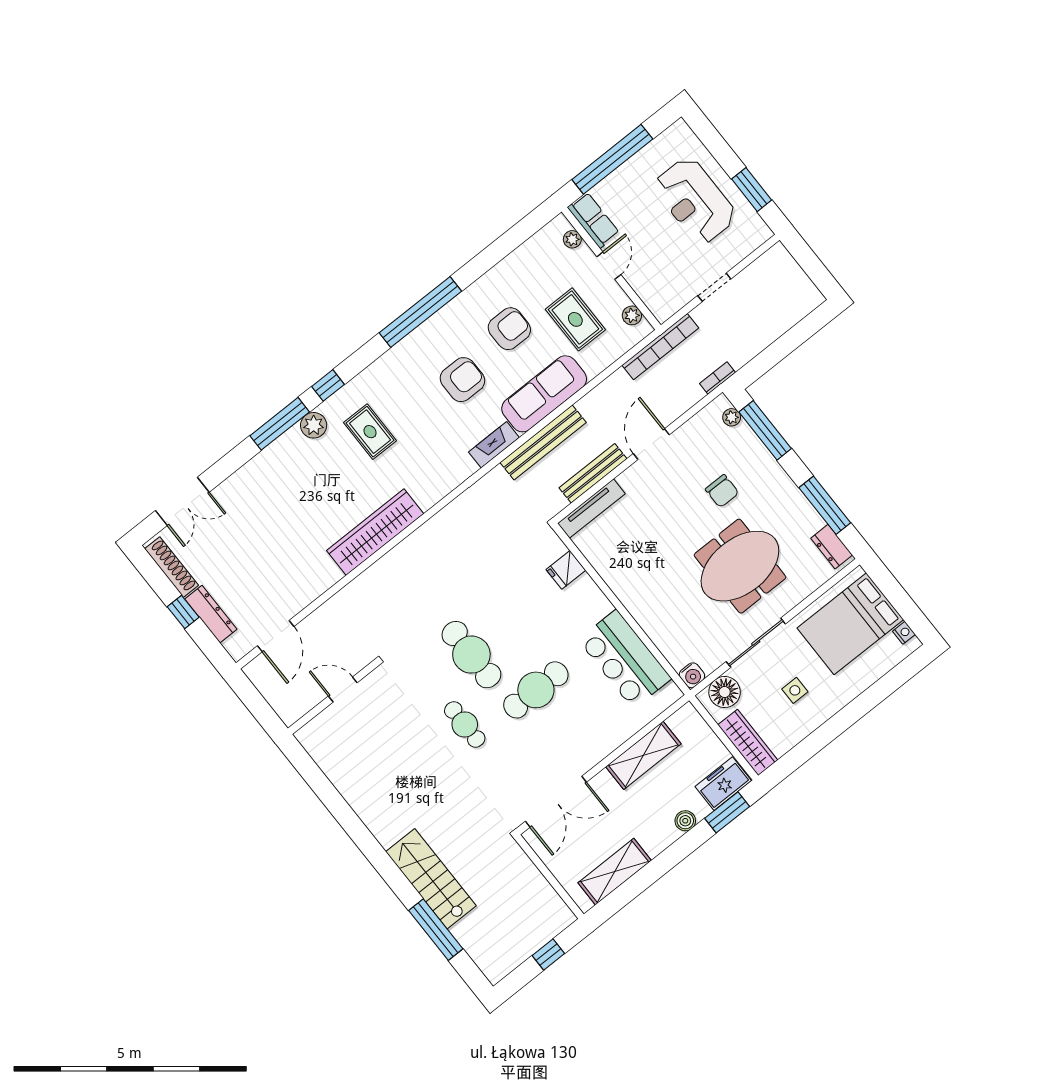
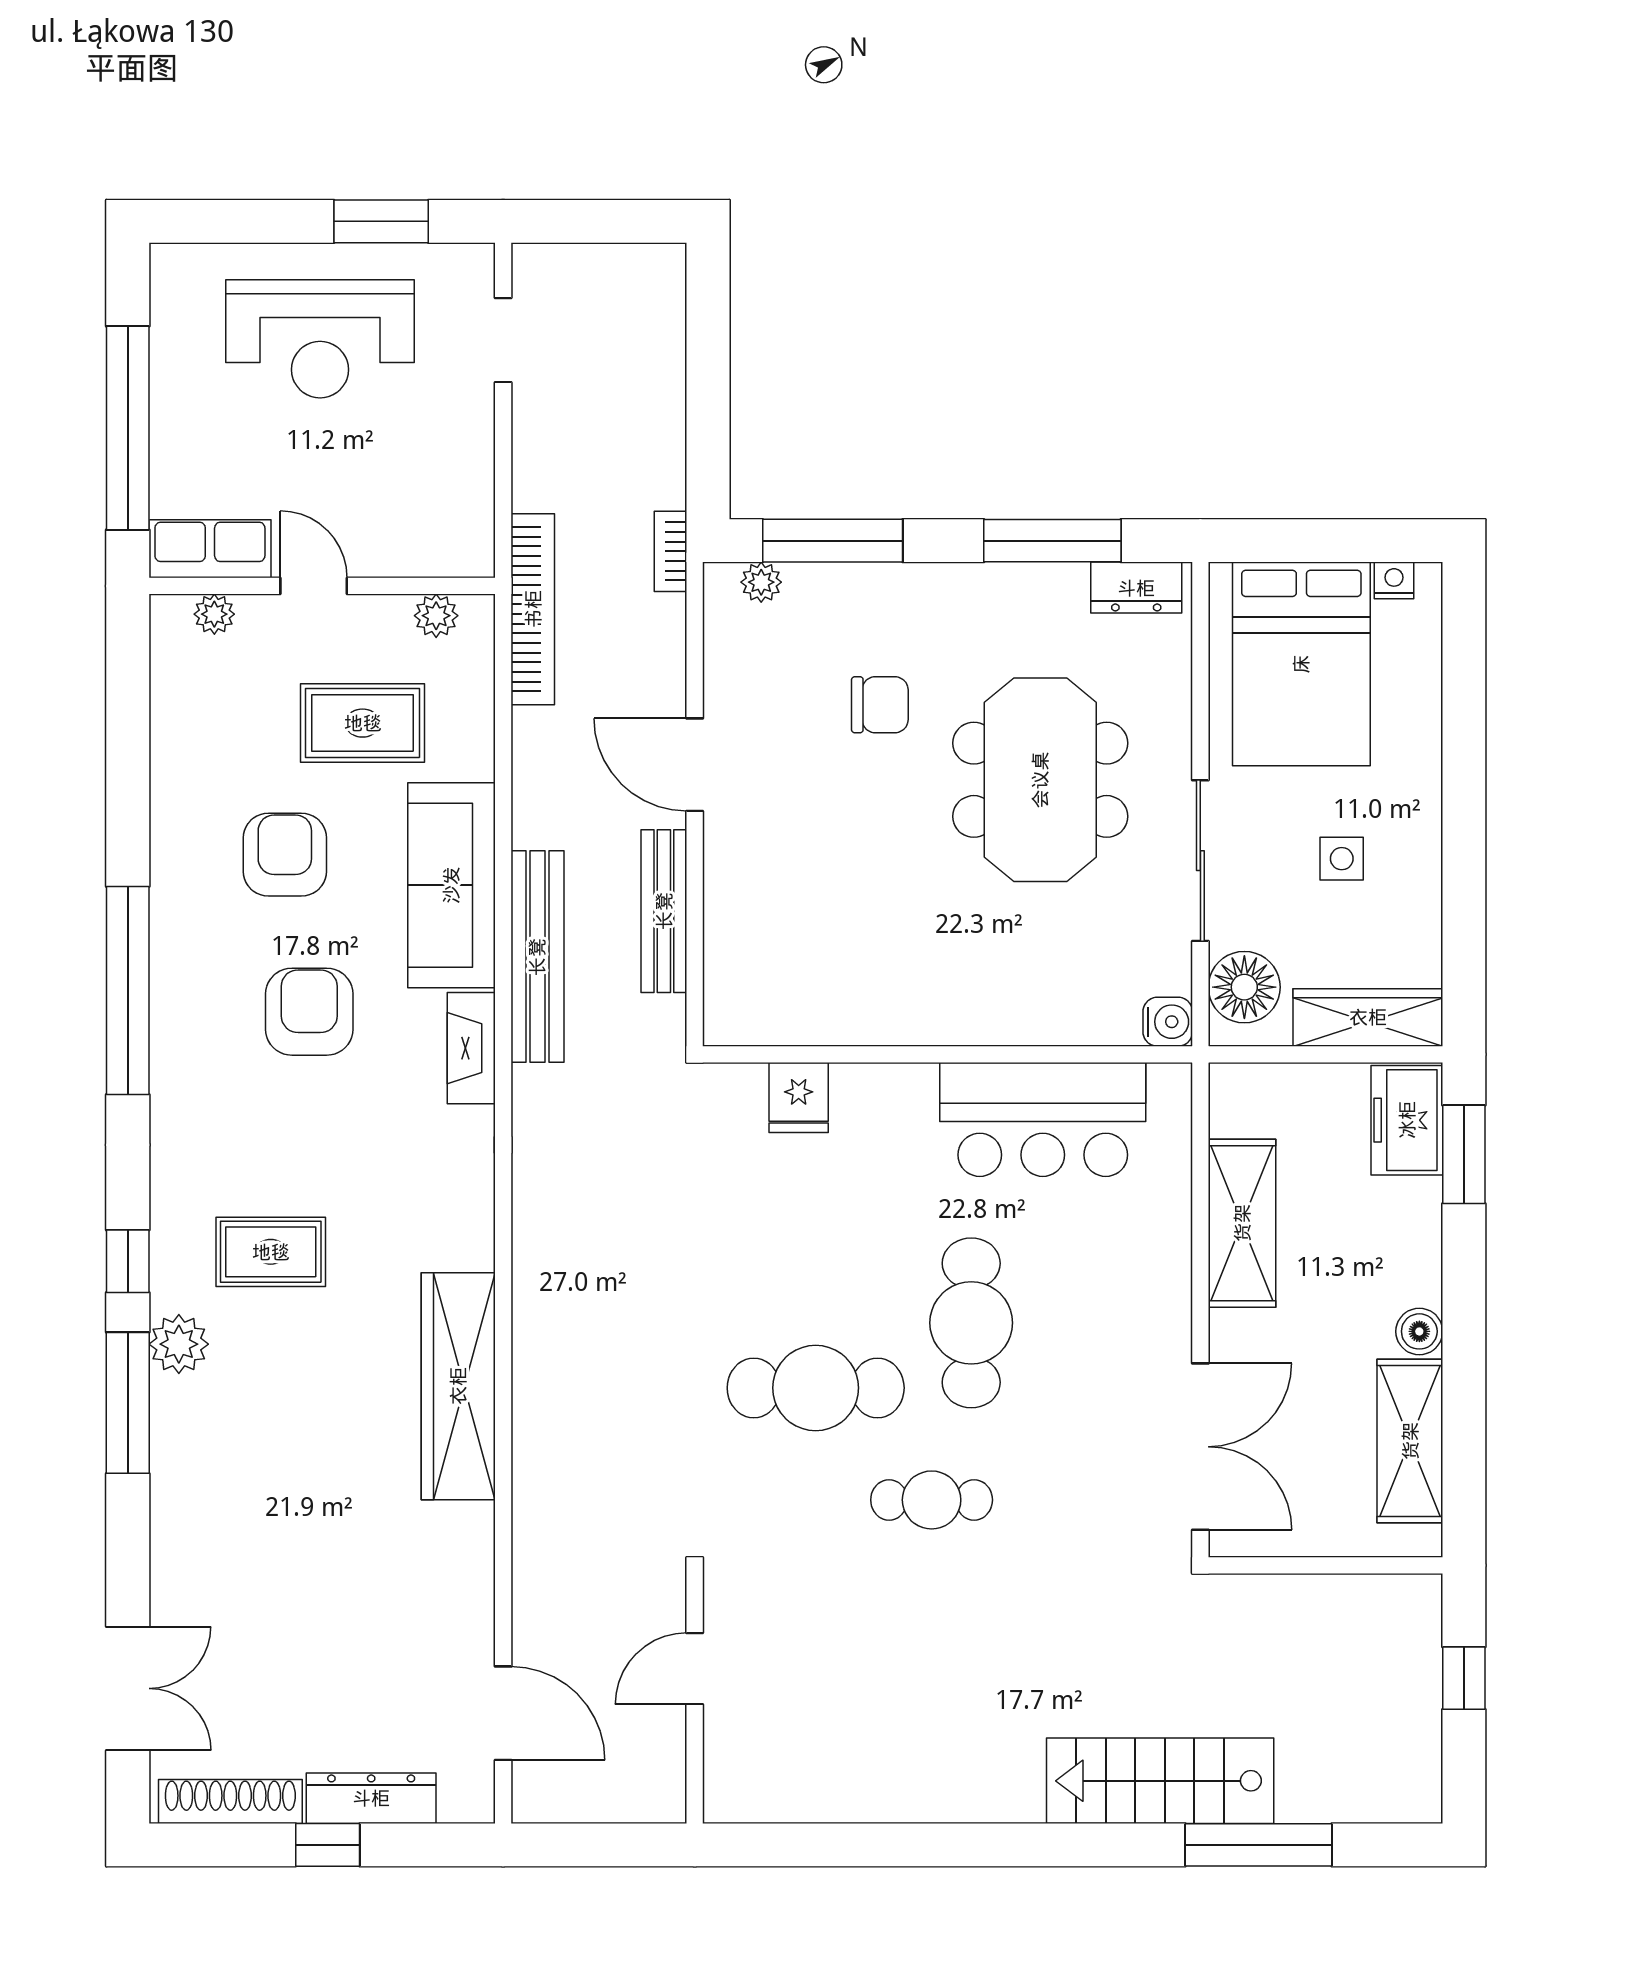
doorway: (714, 287) -> (503, 340), moved
tv unit: (591, 509) -> (725, 964), removed
boiler: (685, 821) -> (1419, 1331), moved

